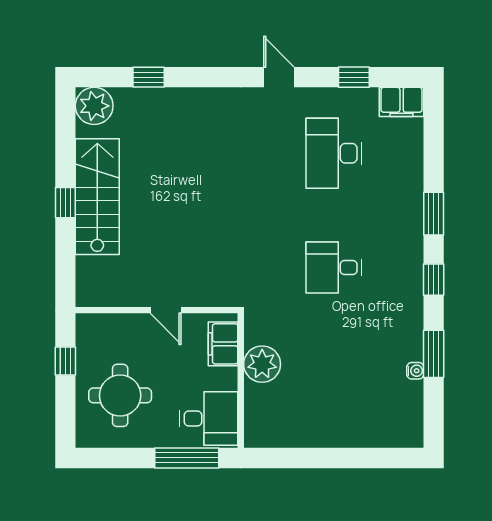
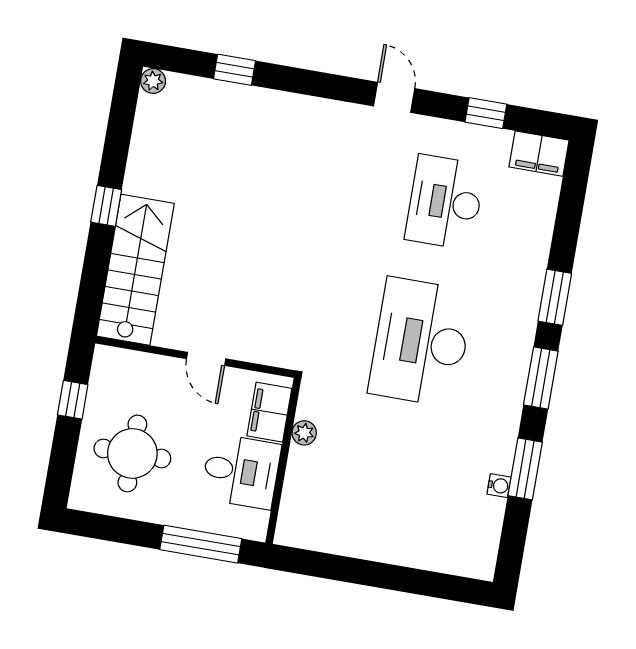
plant: (94, 106) -> (153, 81), width x0.53, depth x0.53
stairs: (97, 197) -> (135, 270), moved
desk: (334, 268) -> (421, 342), width x1.87, depth x1.30
window: (434, 280) -> (541, 378), width x1.50
plant: (262, 364) -> (304, 433), width x0.53, depth x0.53
desk: (209, 419) -> (241, 471), moved

